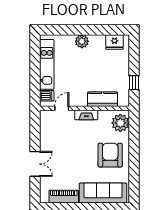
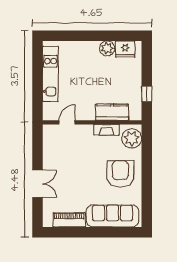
plant: (82, 41) -> (107, 48), moved
dishwasher: (47, 96) -> (50, 108), removed
fireplace: (86, 115) -> (107, 130), moved

